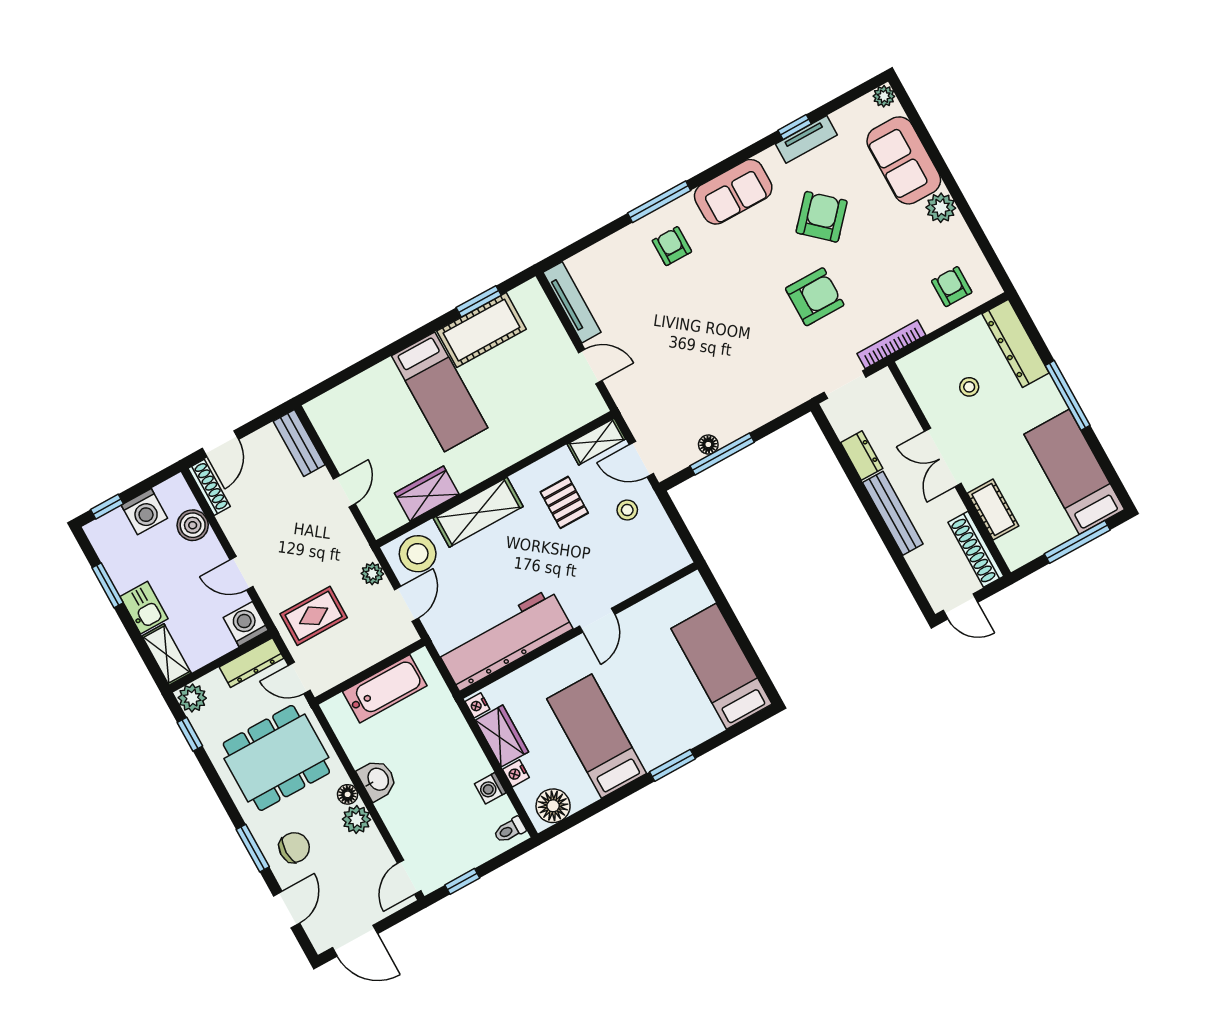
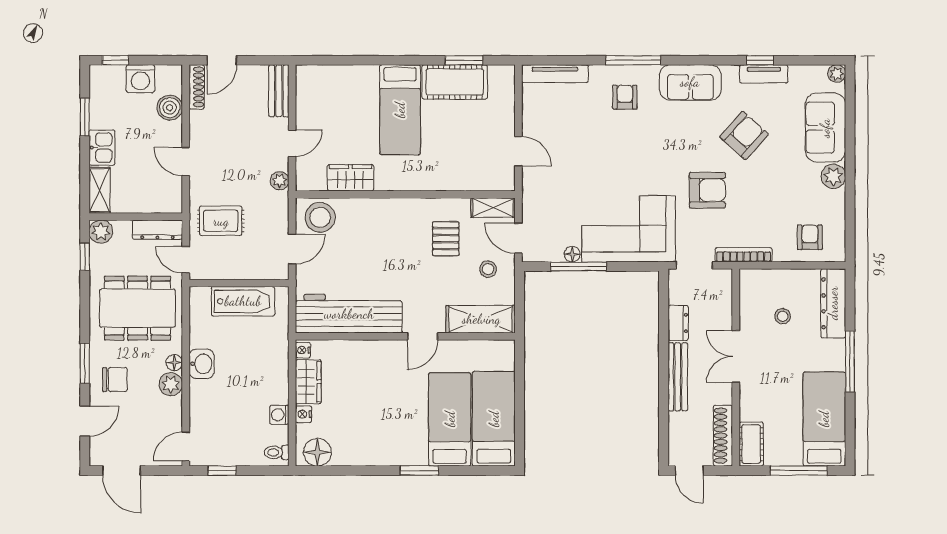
tv unit: (572, 302) -> (555, 74), moved, turned 90
corner sofa: (753, 384) -> (629, 229), added
cot: (993, 510) -> (751, 444), moved
shelving: (478, 512) -> (481, 319), moved
plant: (372, 574) -> (280, 181), moved
washing machine: (246, 624) -> (169, 200), removed
bed: (597, 736) -> (450, 419), moved

